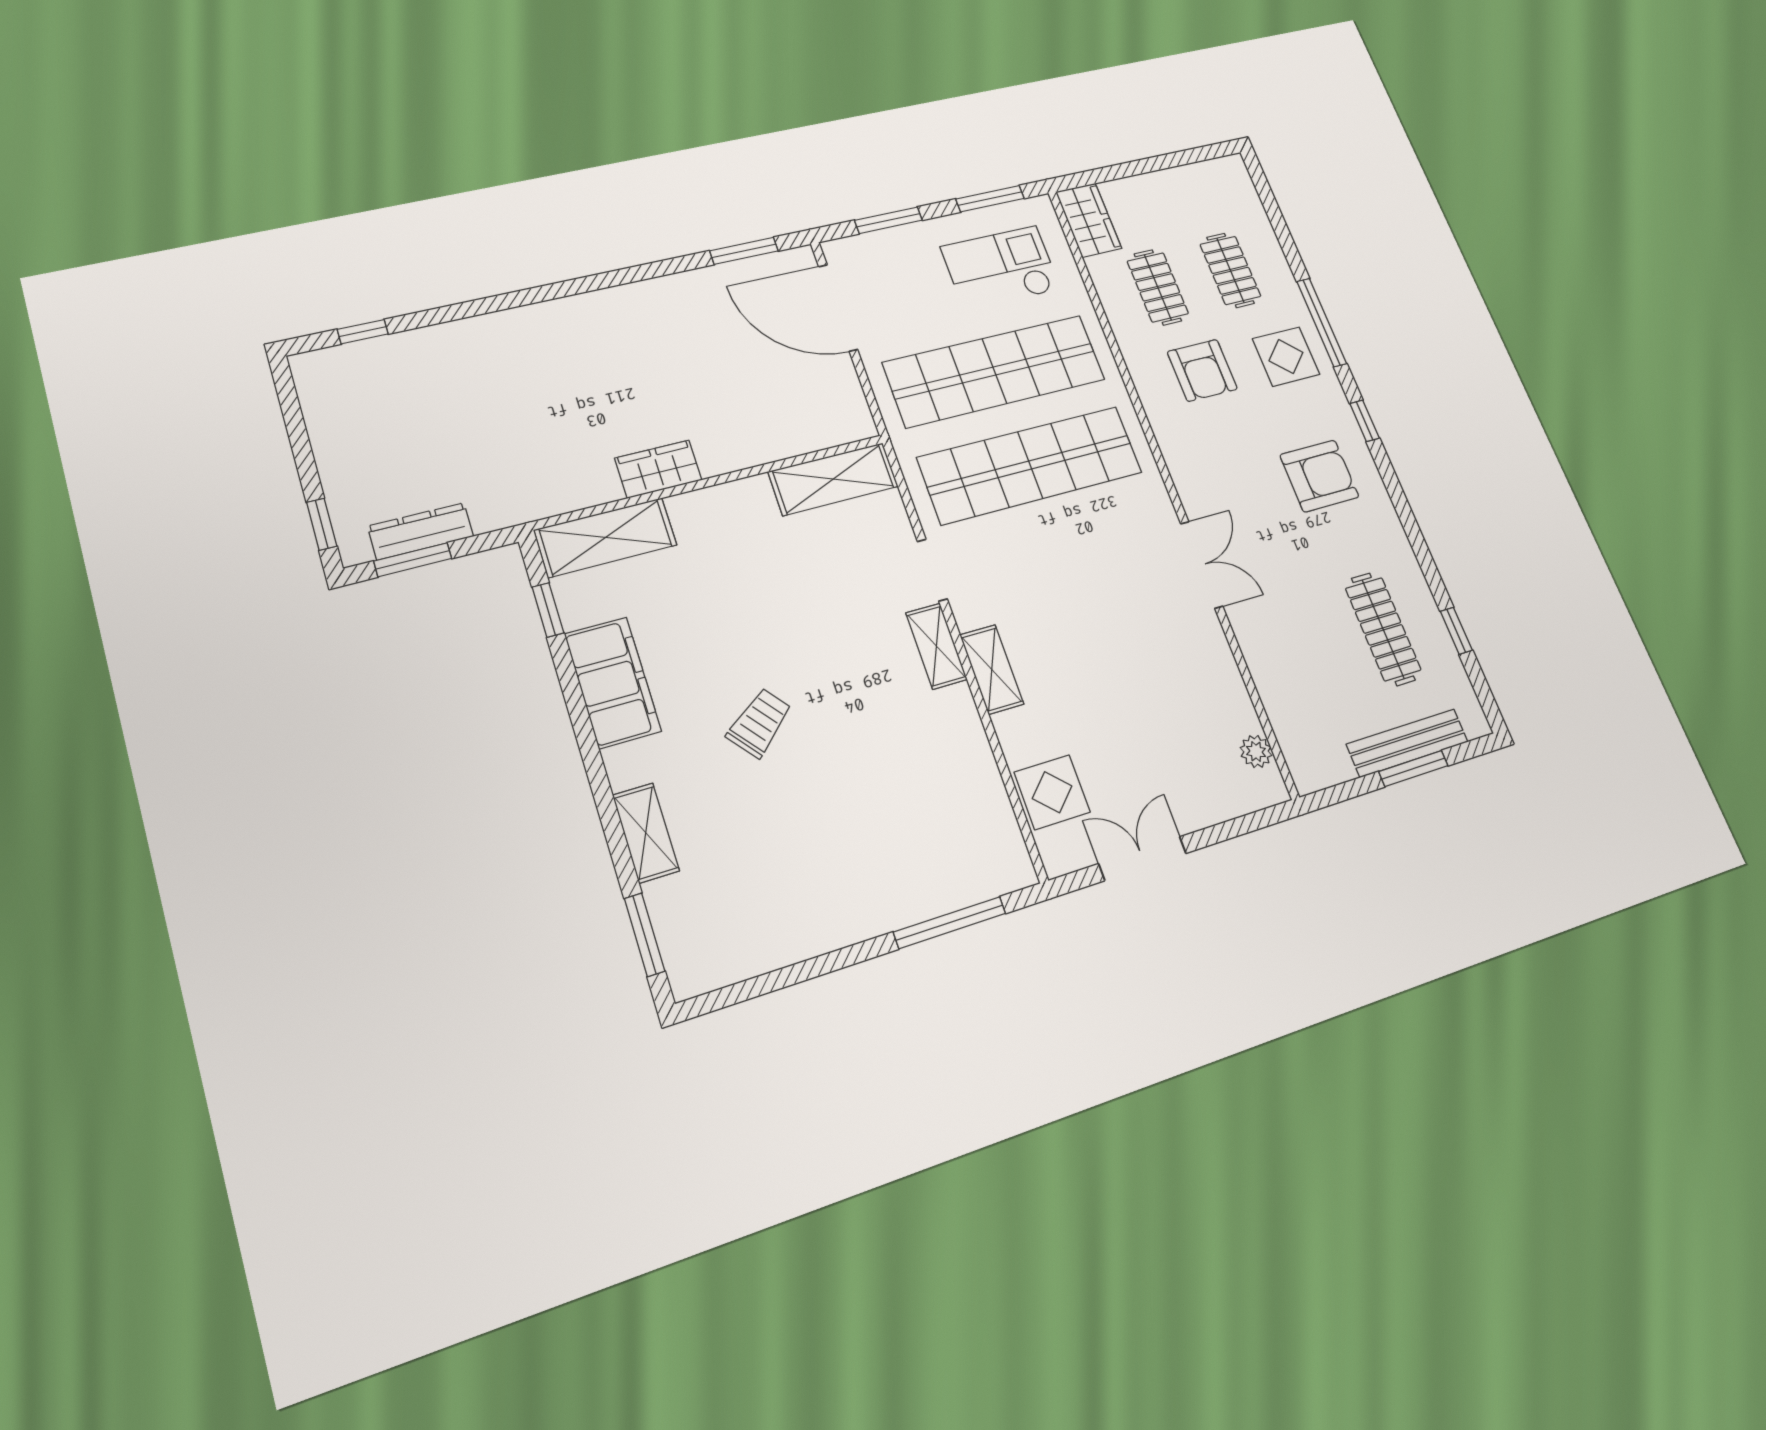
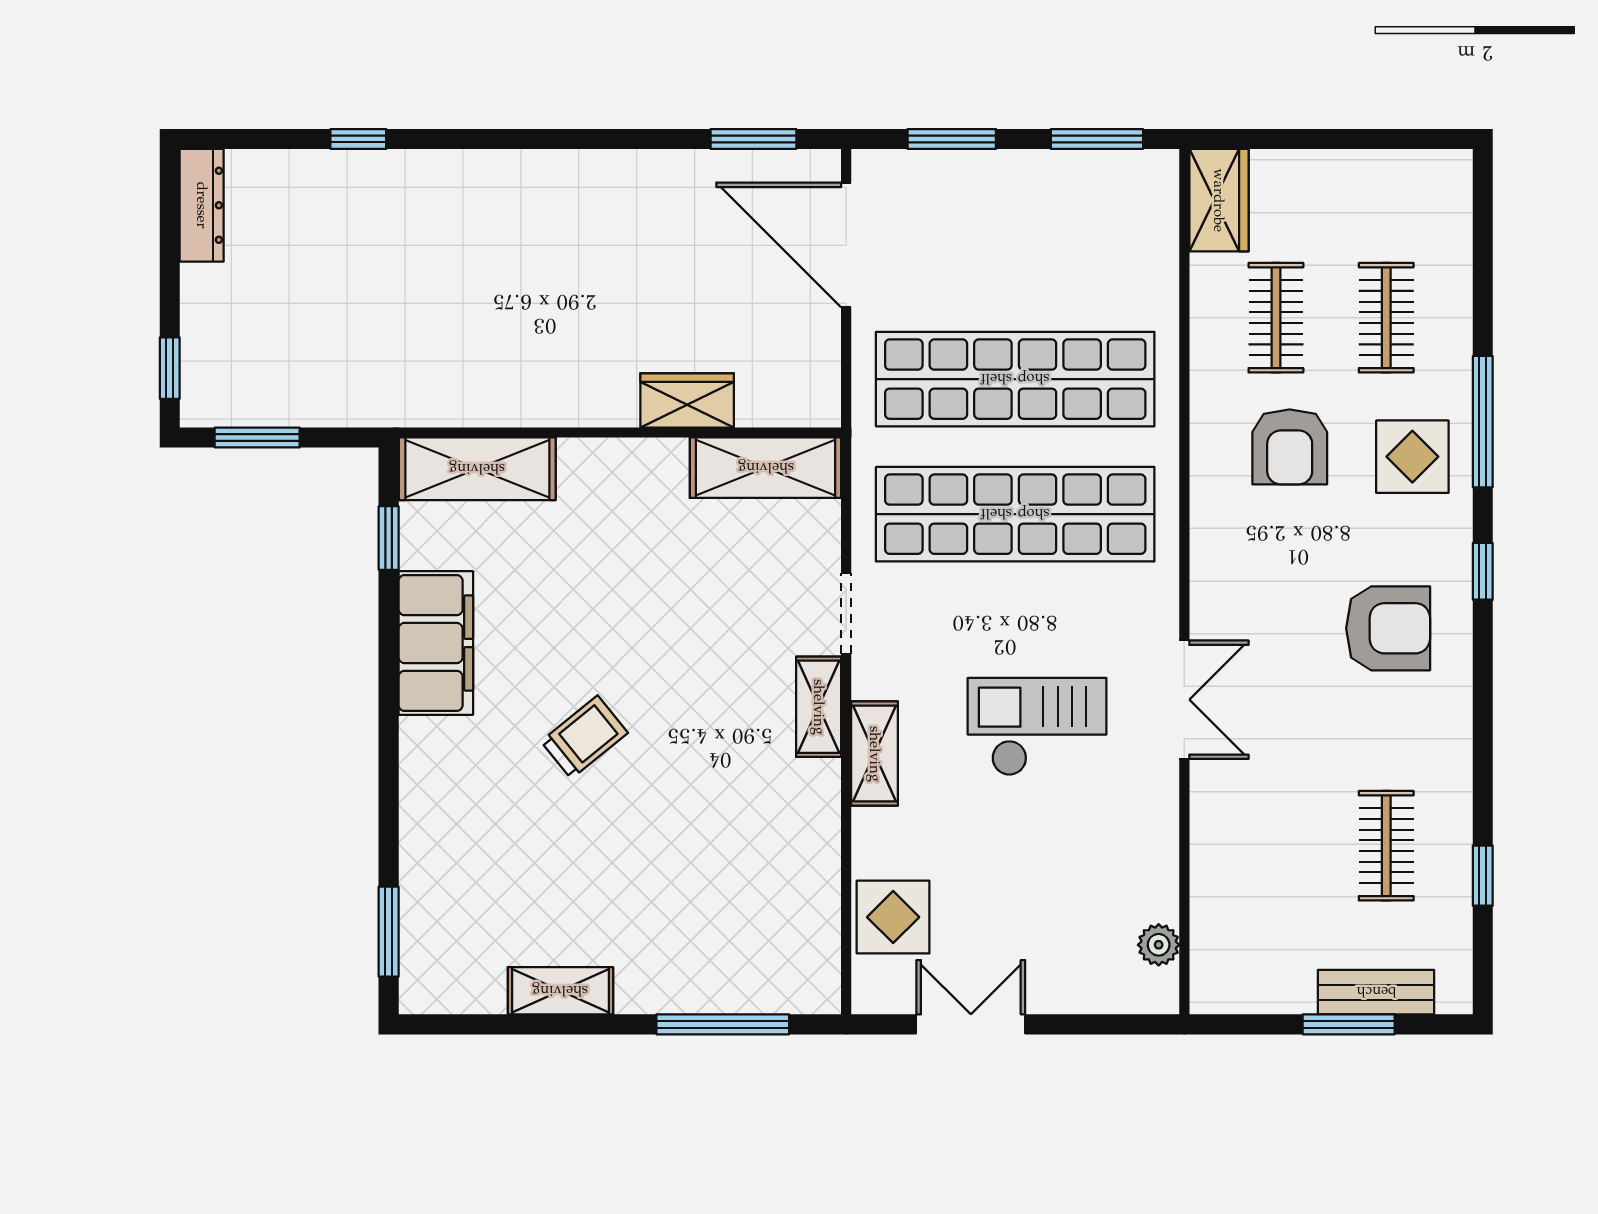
checkout: (1001, 268) -> (1037, 727), moved
window: (363, 332) -> (358, 139), moved
wardrobe: (658, 469) -> (687, 400), moved
dresser: (421, 531) -> (202, 205), moved, turned 90
clothes rail: (1383, 629) -> (1386, 846), width x0.73
bench: (1407, 743) -> (1376, 992), width x0.73
shelving: (646, 833) -> (560, 991), moved, turned 90

